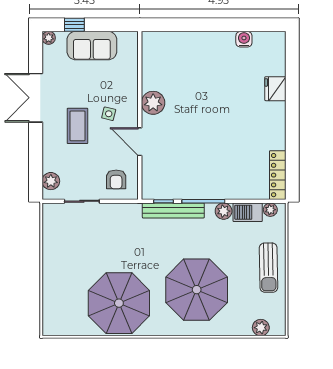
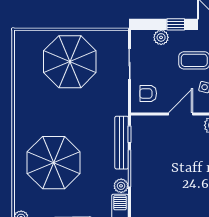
window: (36, 147) -> (176, 24), added
plant: (51, 181) -> (161, 37), moved
parasol: (119, 303) -> (70, 62), moved

